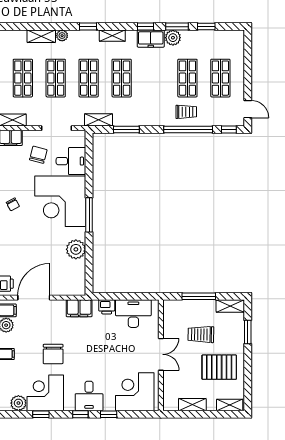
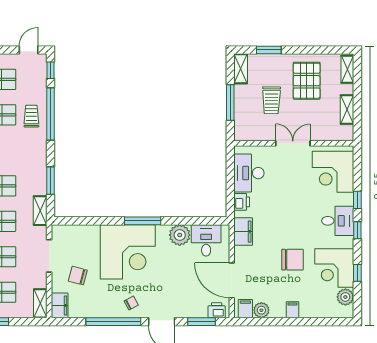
desk: (71, 161) -> (206, 240), moved

